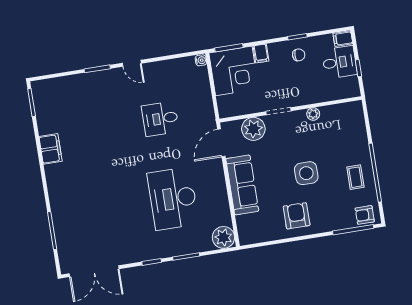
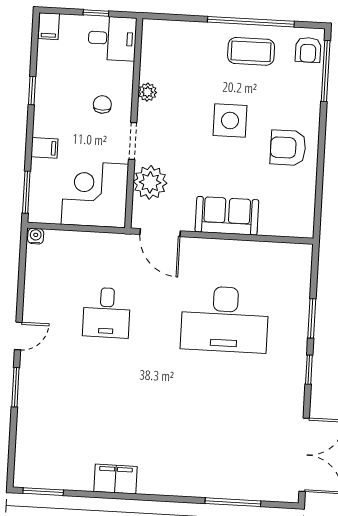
chair: (299, 55) -> (102, 104), moved
desk: (339, 62) -> (112, 38), moved, turned 90
corner desk: (234, 71) -> (95, 194), moved, turned -90
coffee table: (355, 177) -> (251, 51), width x1.36, depth x1.30
sofa: (242, 185) -> (227, 216), width x0.73
plant: (223, 237) -> (296, 259), removed

